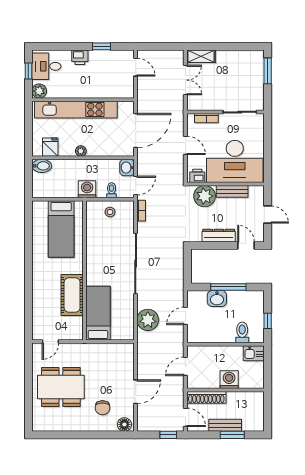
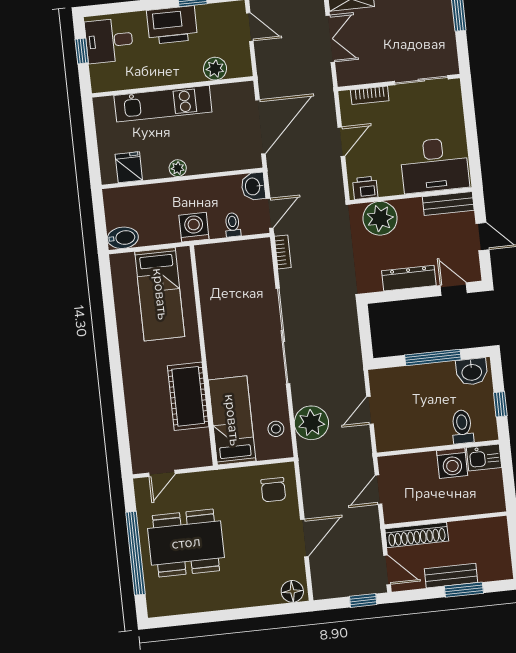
printer: (80, 57) -> (172, 25), width x1.87, depth x1.48
plant: (39, 91) -> (215, 69), moved
kitchen unit: (76, 110) -> (163, 104), width x0.73
door: (185, 145) -> (341, 142), hinge flipped
desk: (235, 161) -> (434, 165), width x0.73, depth x0.77
bidet: (42, 166) -> (123, 238), moved
bench: (232, 191) -> (448, 204), moved
stool: (110, 212) -> (276, 429), moved
washbasin: (217, 299) -> (472, 372), moved
washing machine: (229, 380) -> (452, 463), moved, turned 180
window: (28, 390) -> (135, 553), added
chair: (102, 408) -> (273, 490), moved

